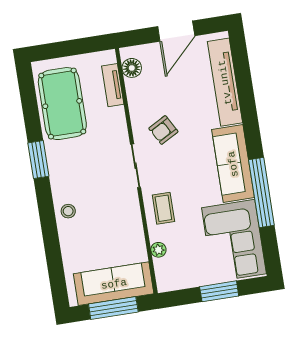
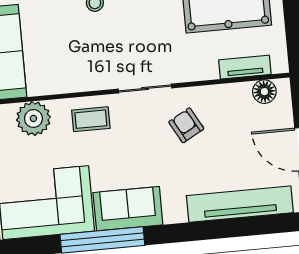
sofa: (233, 164) -> (128, 209), width x0.73
plant: (158, 250) -> (33, 118), width x1.87, depth x1.87

